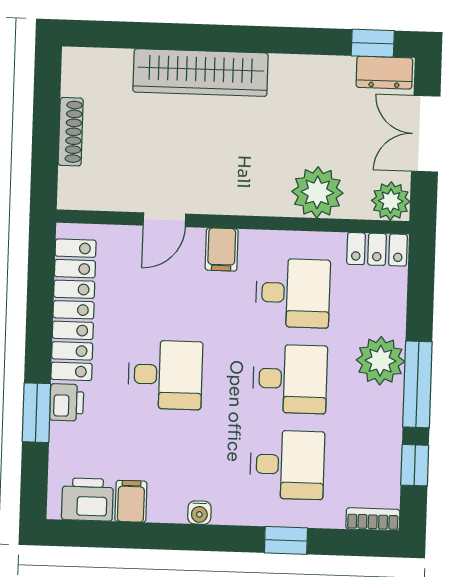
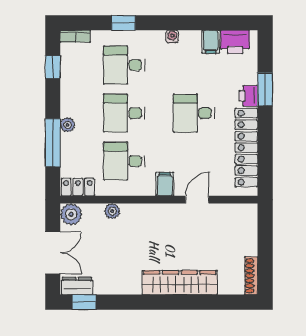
shoe rack: (71, 132) -> (251, 276), moved
plant: (317, 192) -> (112, 211), width x0.53, depth x0.53
plant: (380, 361) -> (68, 125), width x0.53, depth x0.53
window: (417, 384) -> (53, 143), moved

